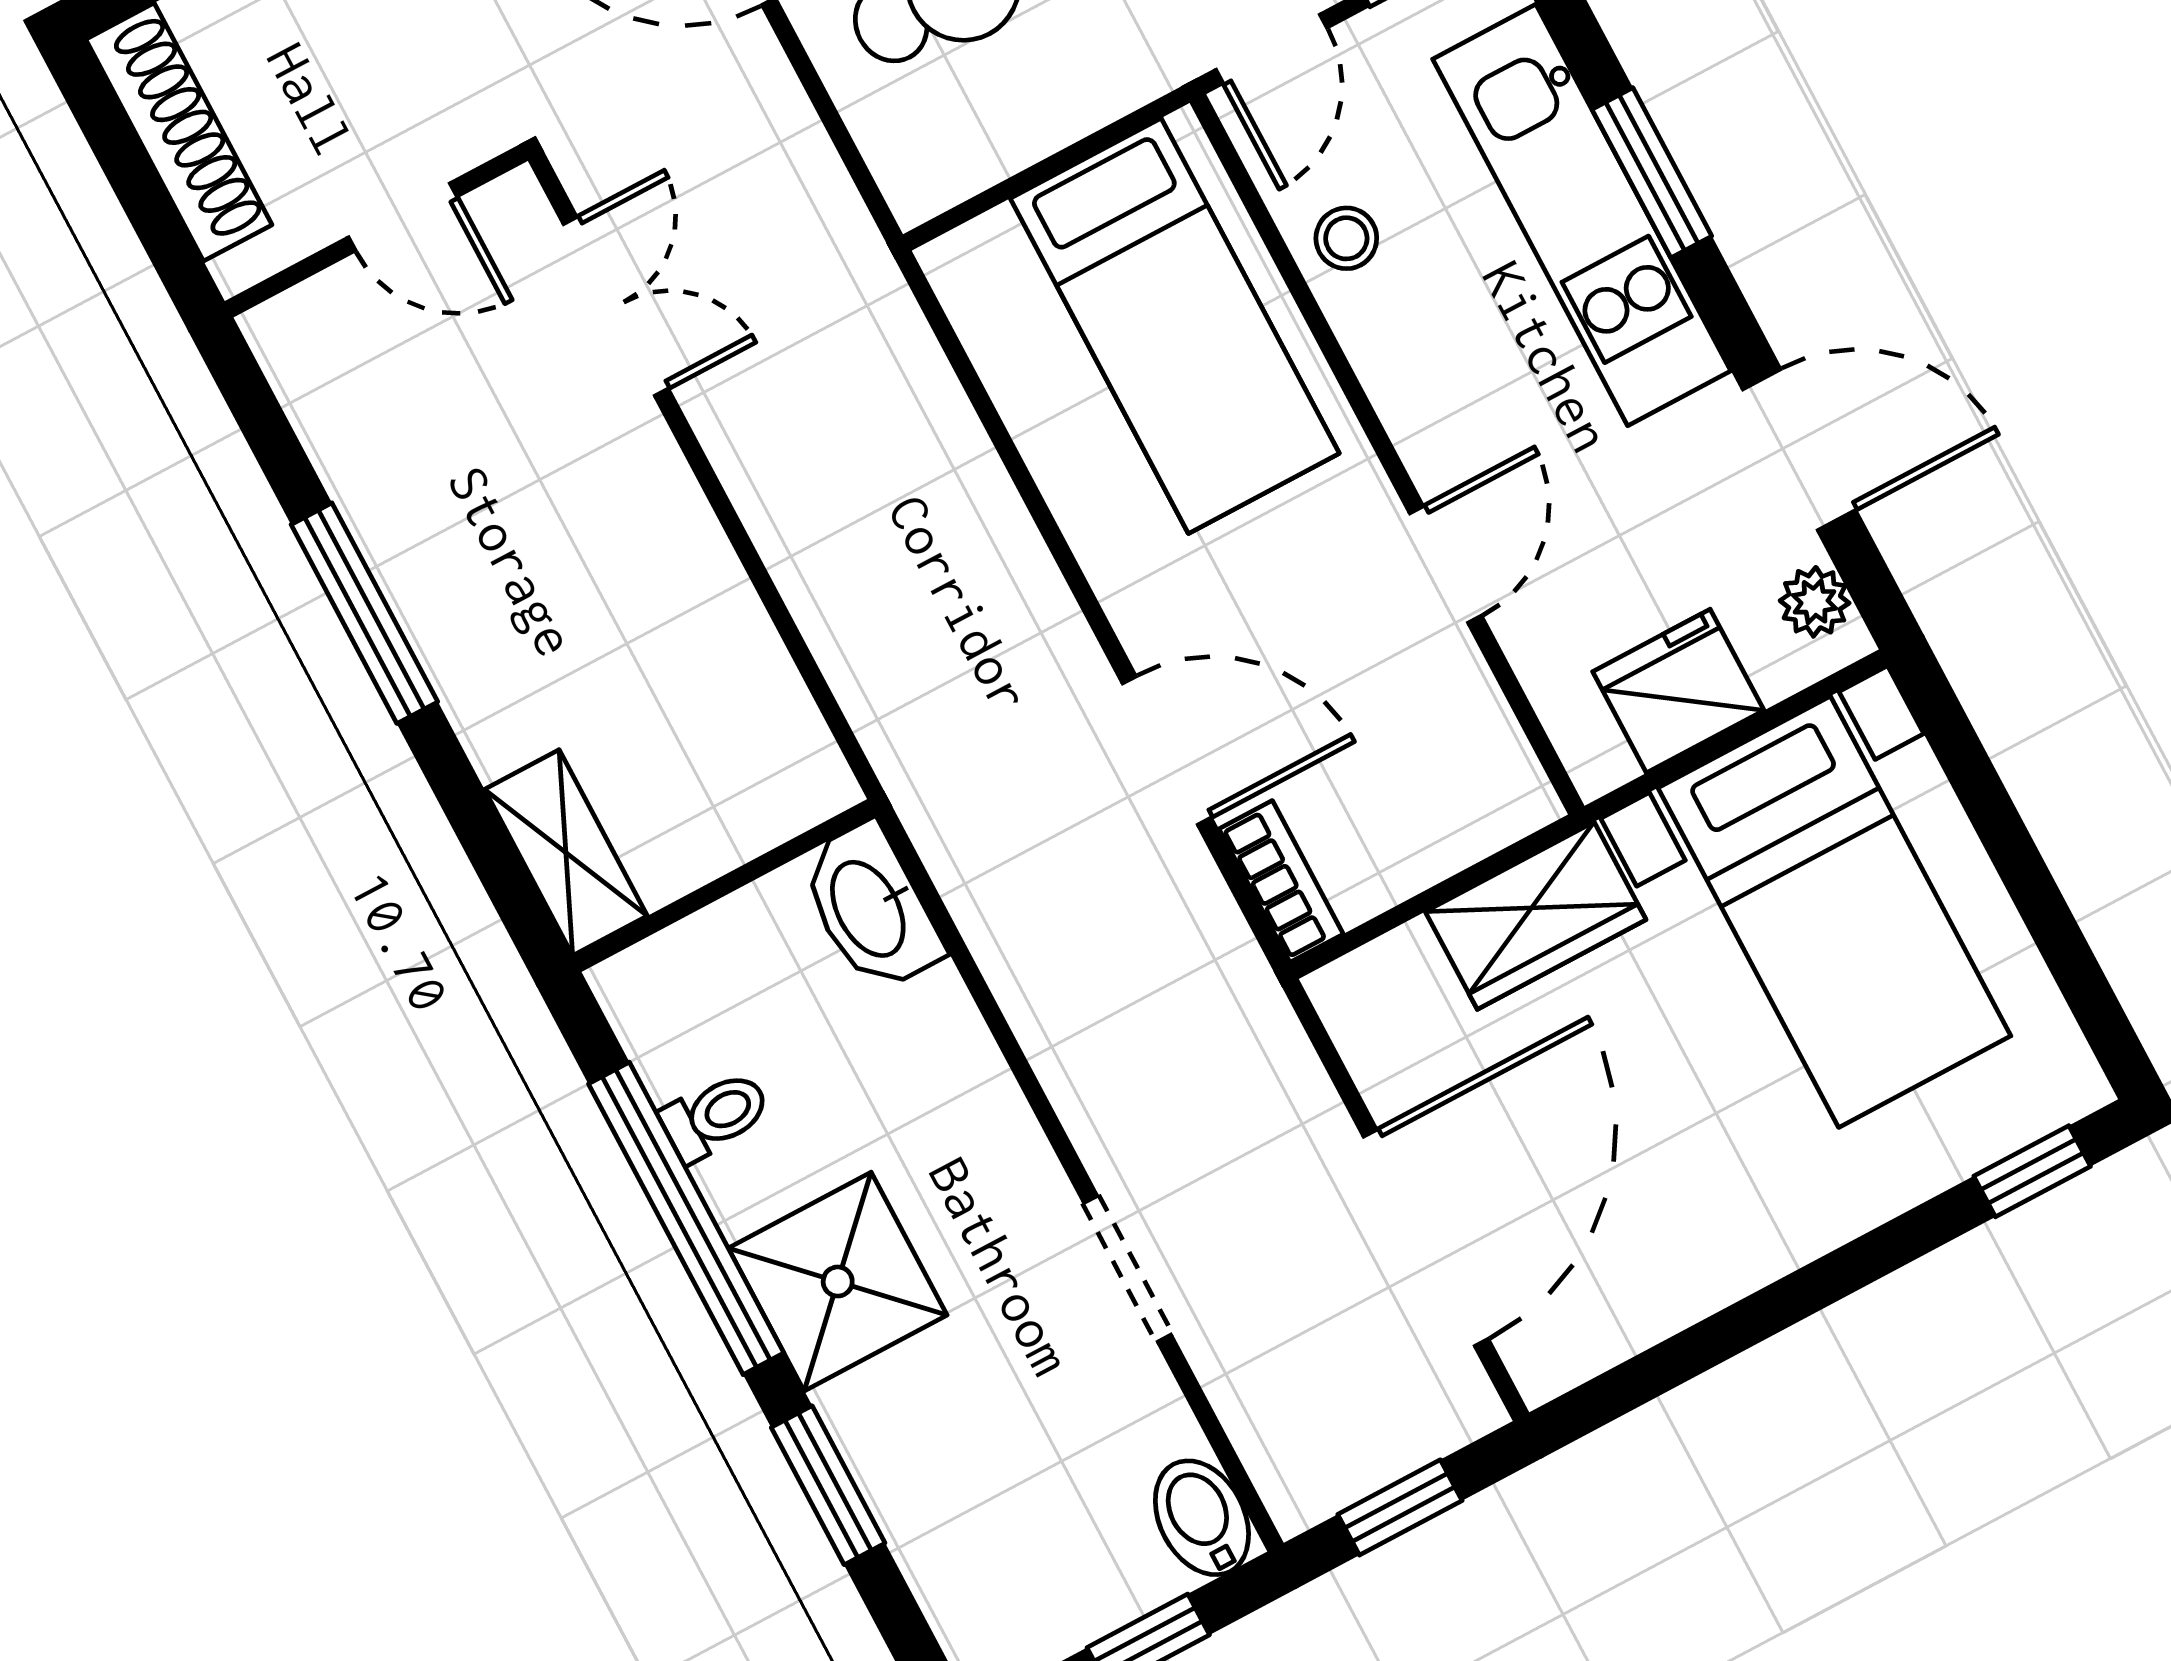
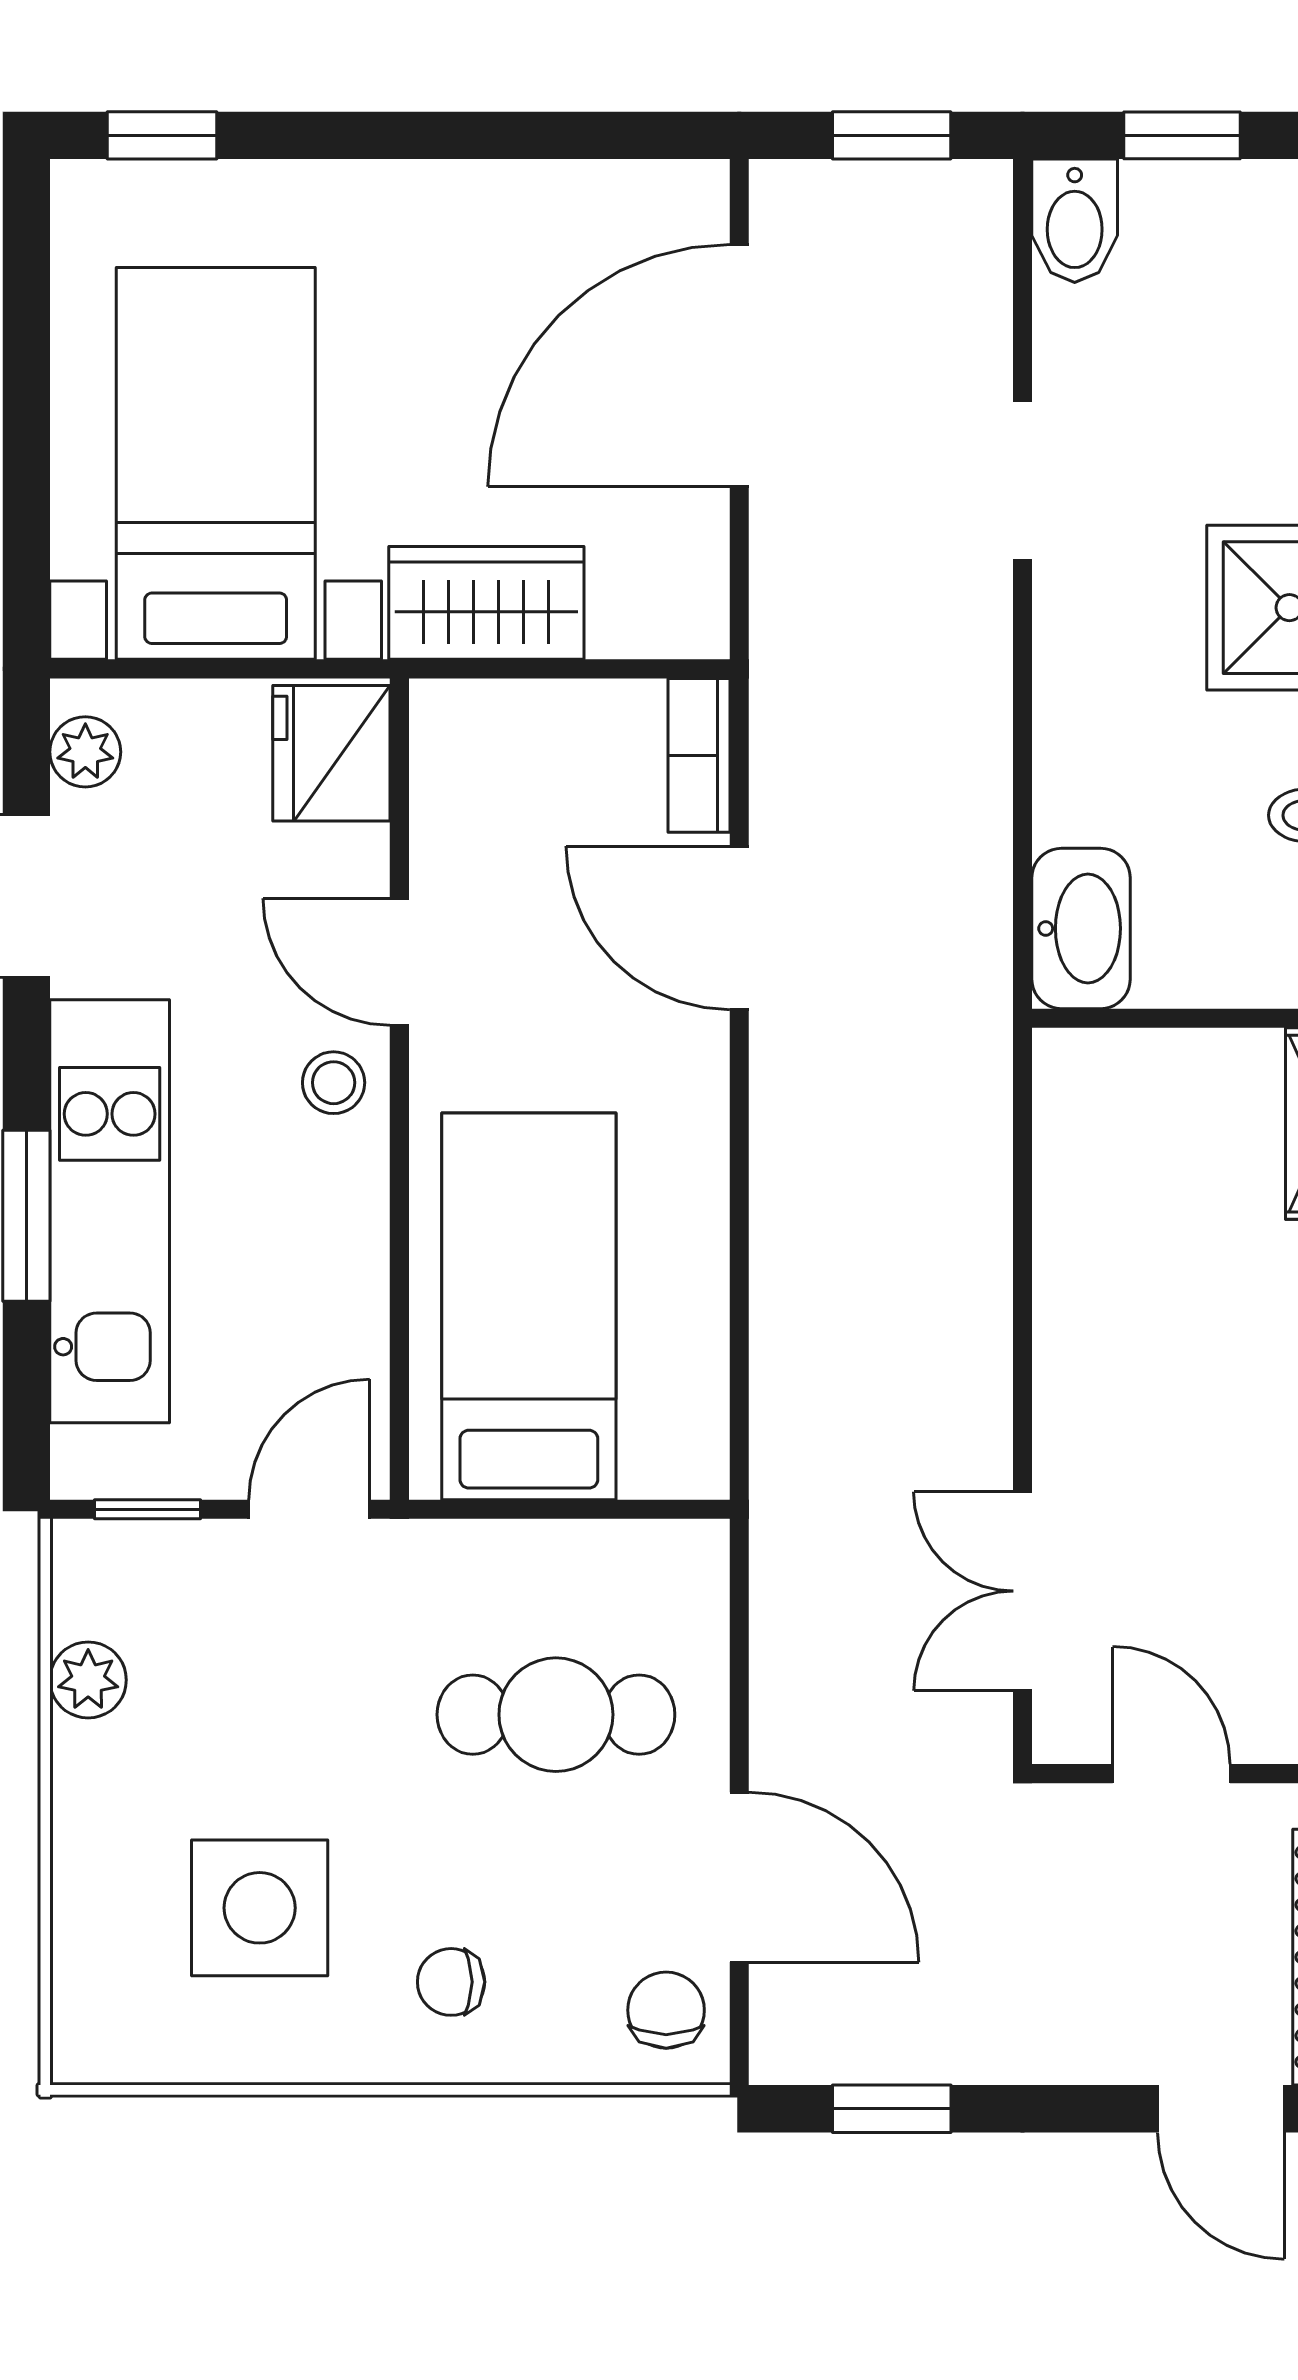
stool: (1346, 238) -> (334, 1083), moved
door: (1446, 565) -> (399, 962), hinge flipped
fridge: (1678, 691) -> (331, 753), moved, turned 90

